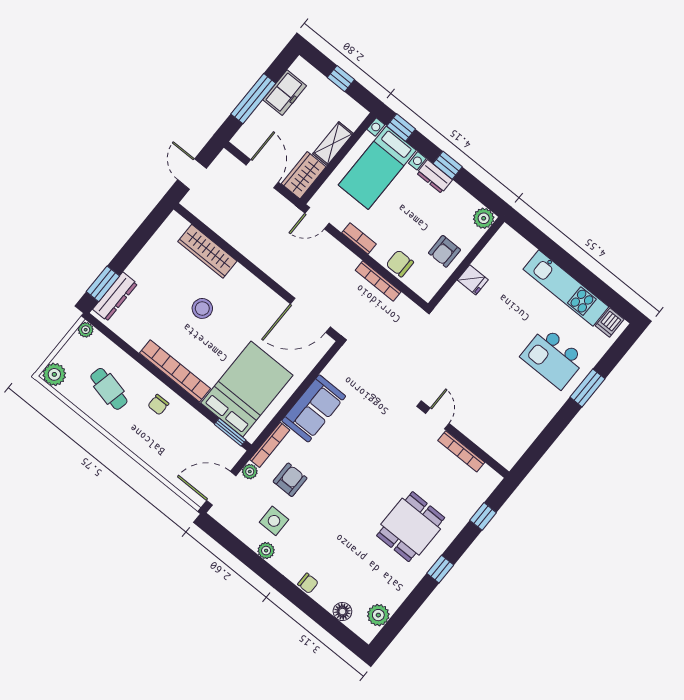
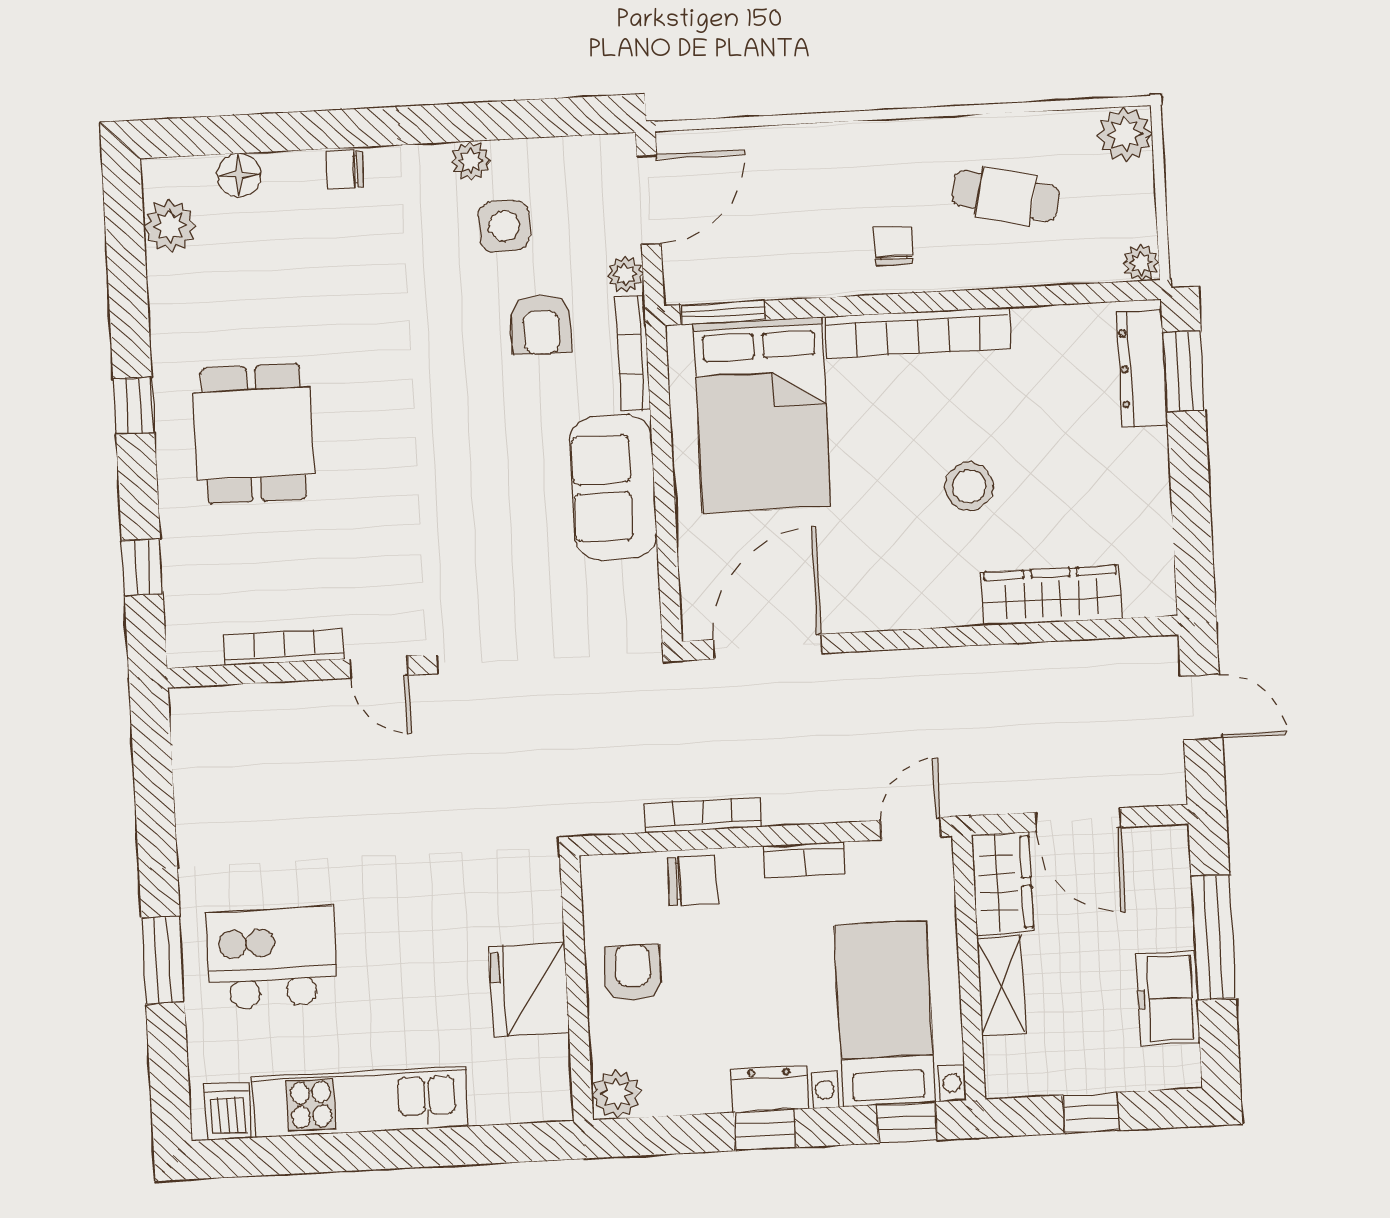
fridge: (473, 280) -> (529, 990), width x1.88, depth x1.34

